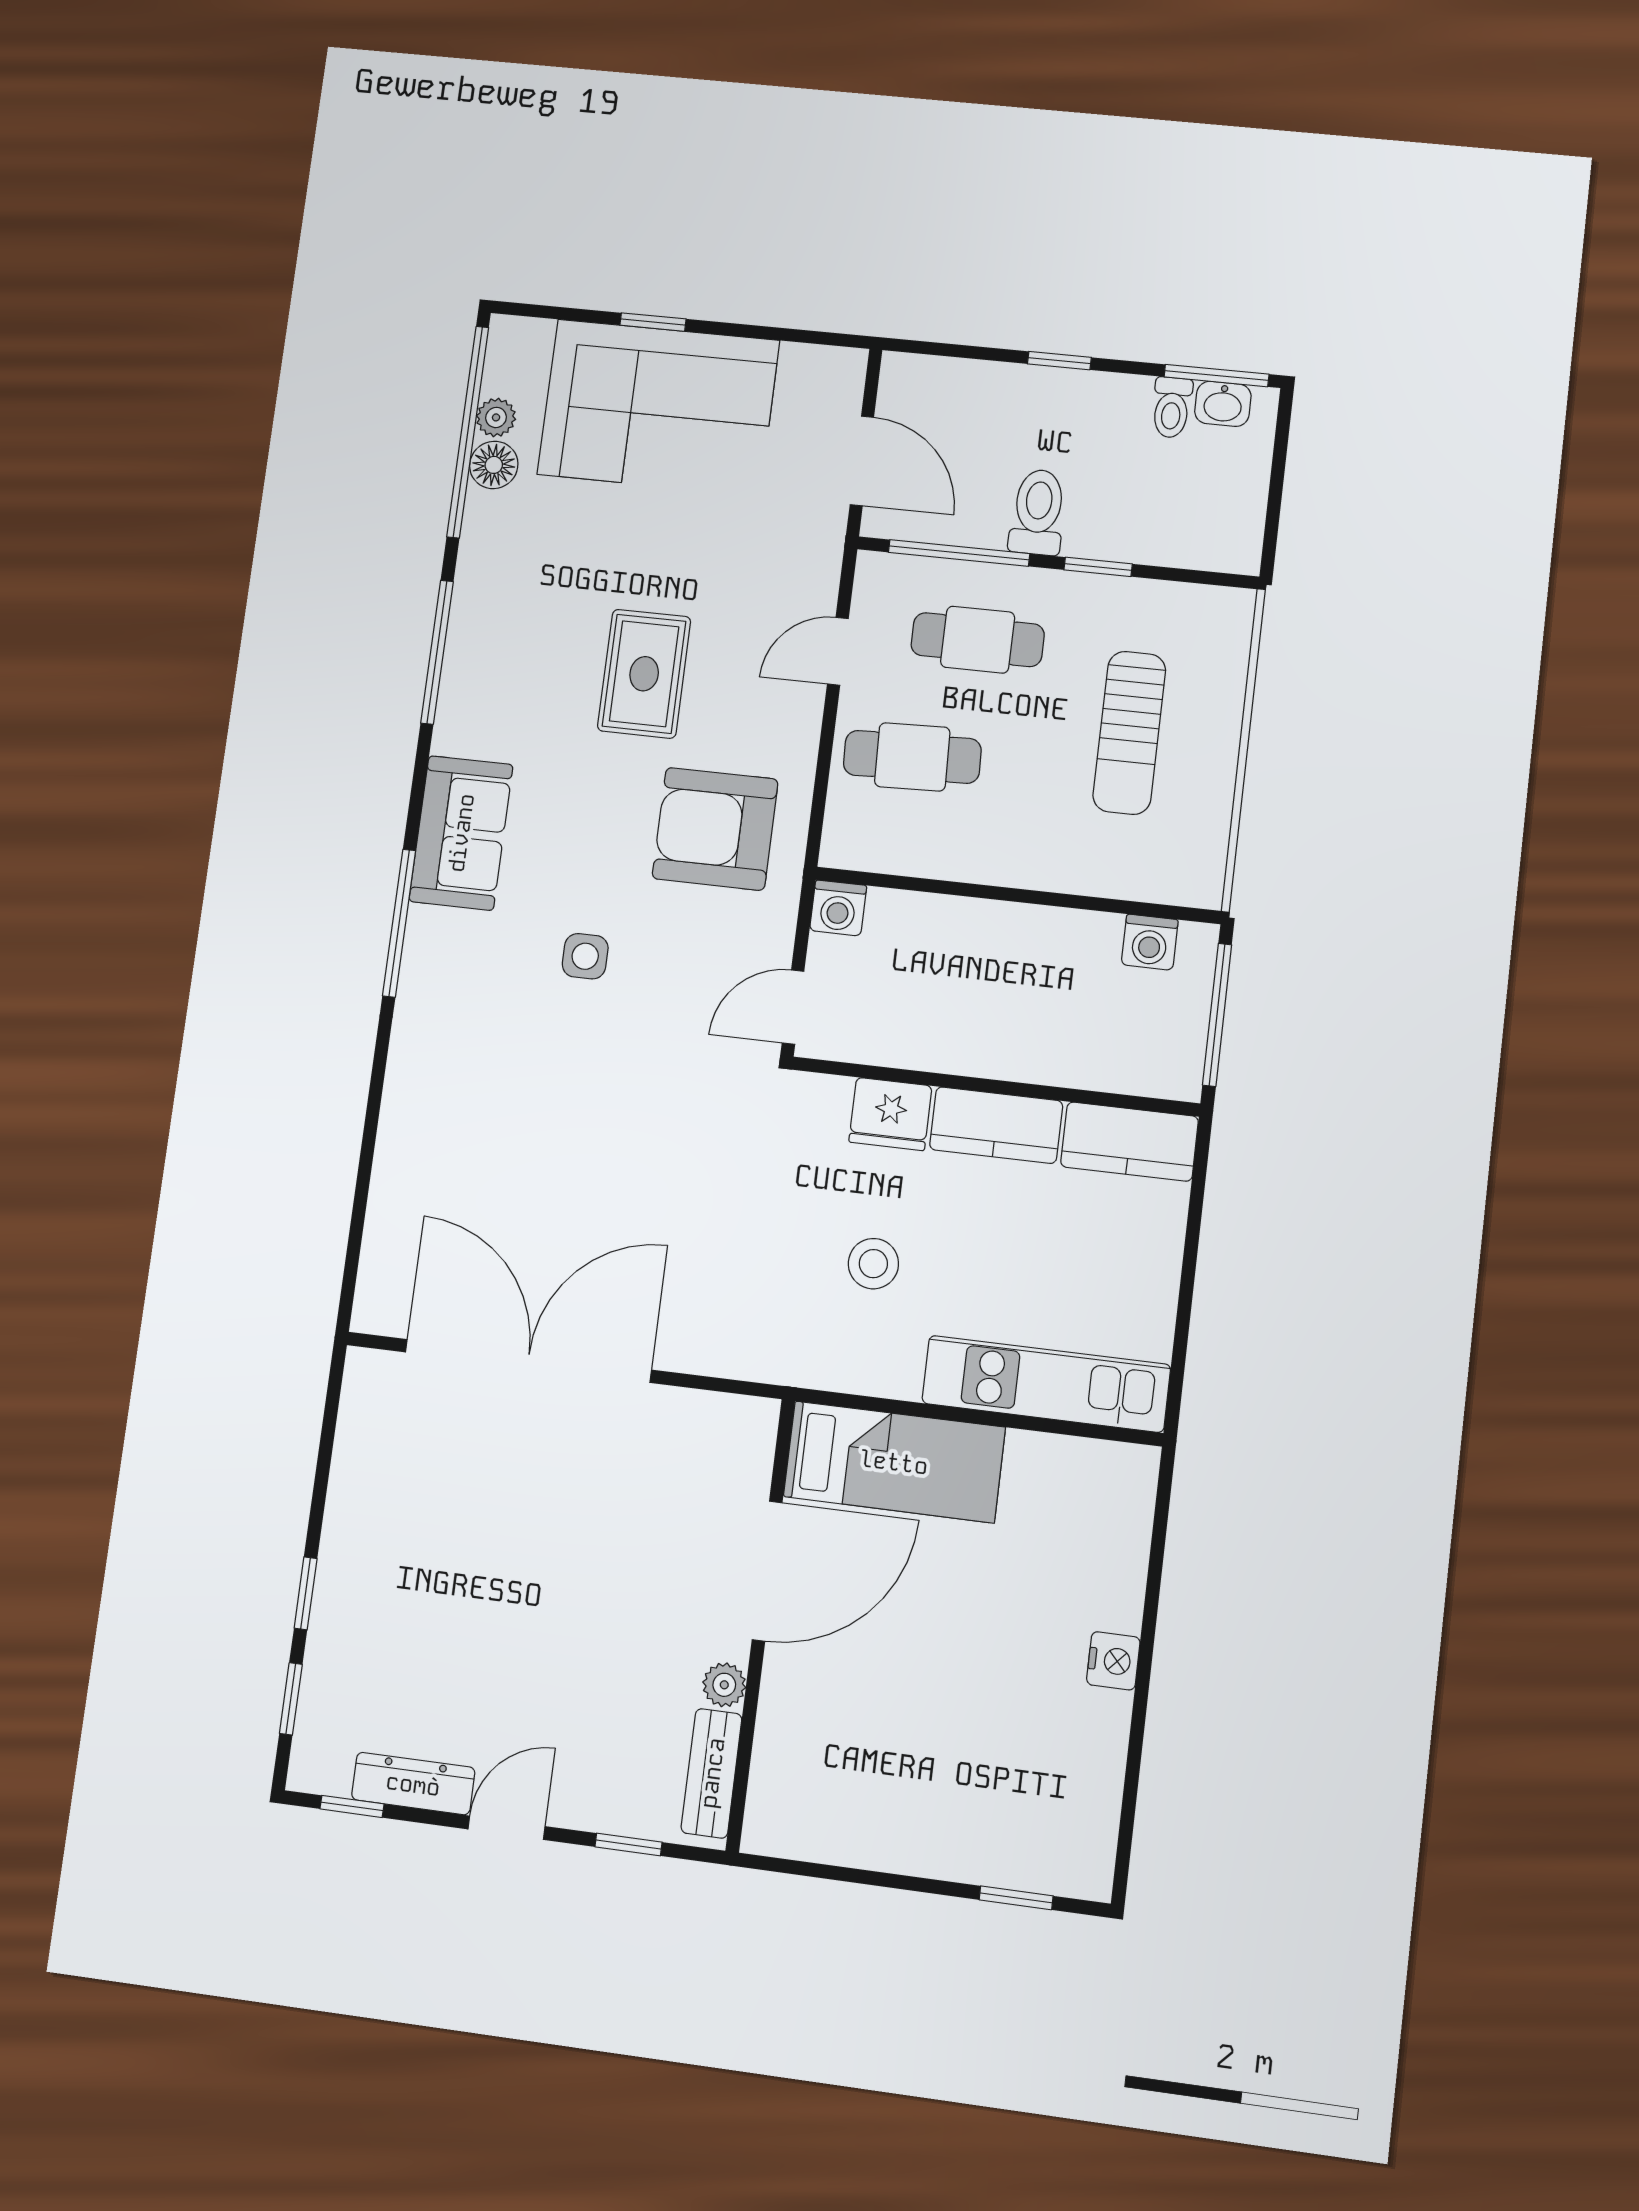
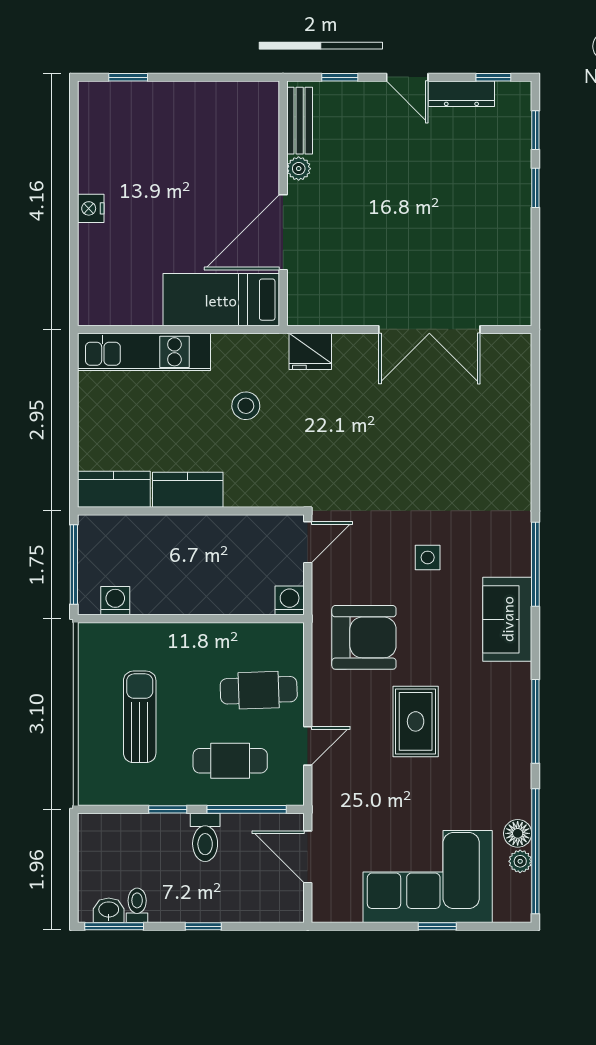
fridge: (890, 1114) -> (310, 351), moved, turned 180
double door: (528, 1361) -> (429, 329), width x0.73
door: (506, 1828) -> (407, 77), hinge flipped

